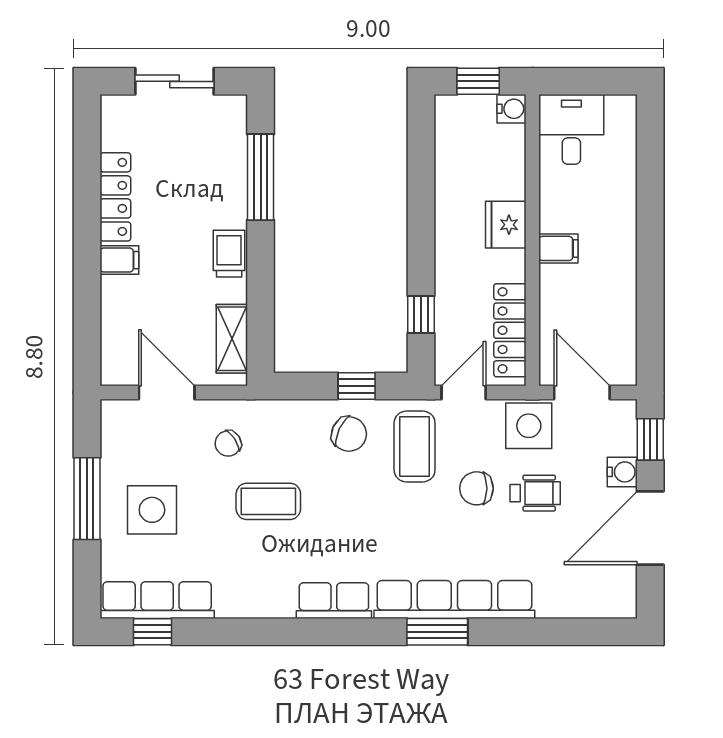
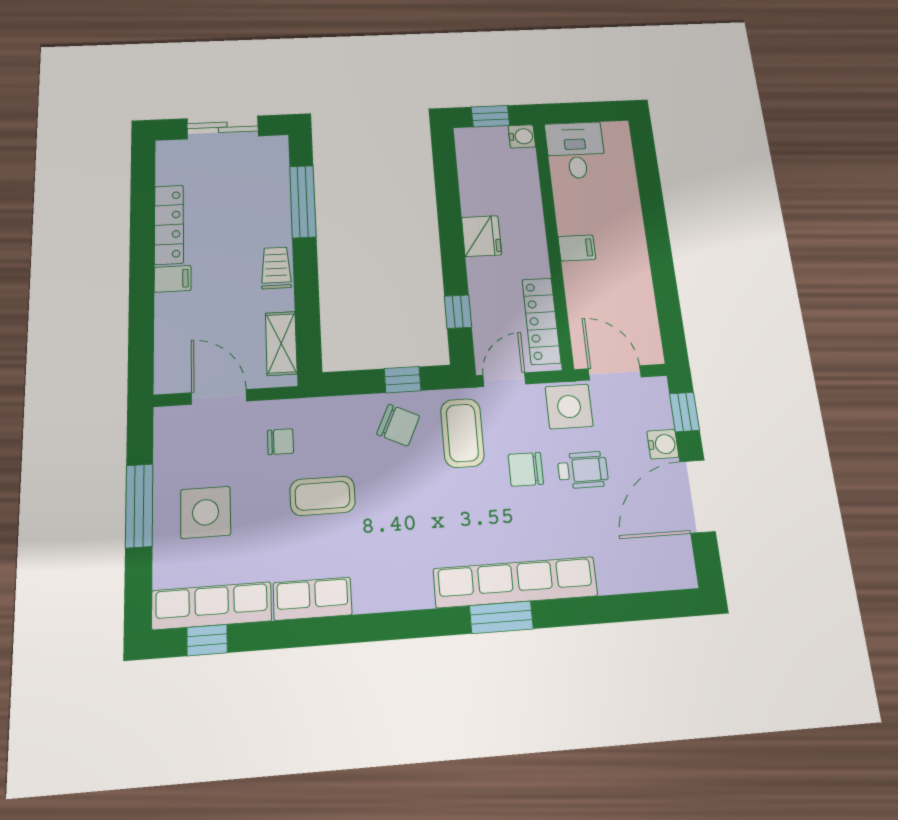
fridge: (506, 225) -> (481, 236), moved, turned 180
chair: (228, 443) -> (280, 442), turned -147
row of seats: (334, 601) -> (312, 599), moved

